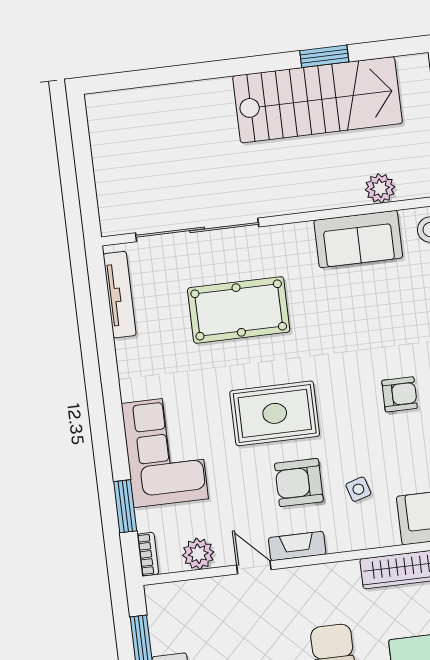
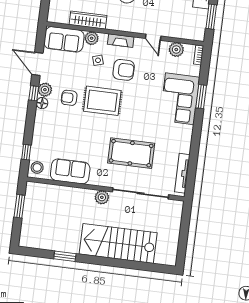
stairs: (318, 100) -> (118, 243), moved
plant: (380, 188) -> (102, 197), moved
rug: (275, 413) -> (102, 101), moved
window: (125, 506) -> (201, 97), moved
plant: (384, 533) -> (92, 38), added
fireplace: (297, 546) -> (121, 41), moved

